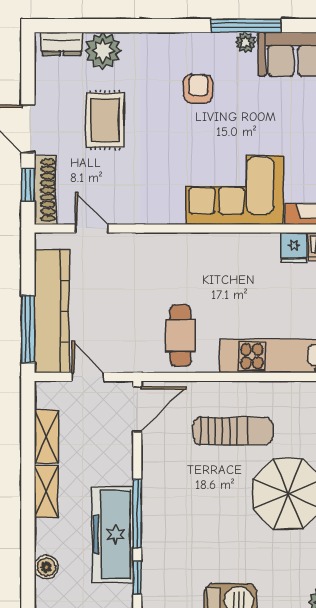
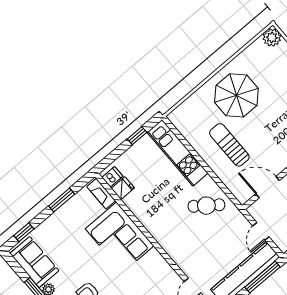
cafe table: (180, 335) -> (206, 206), turned 37
door: (137, 409) -> (268, 187), moved

